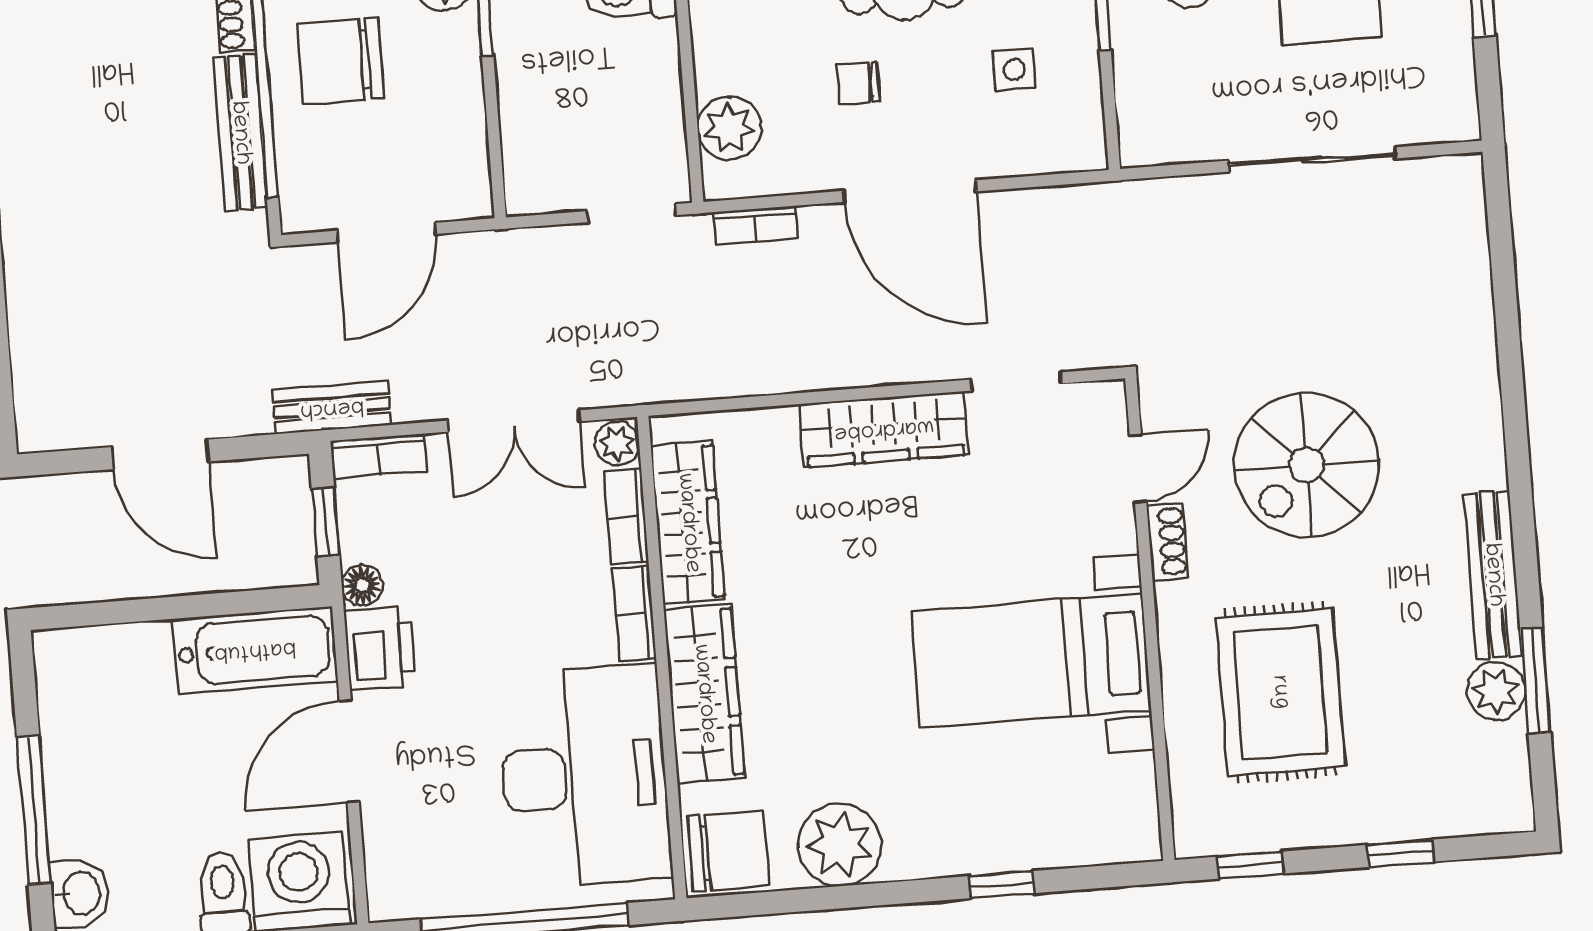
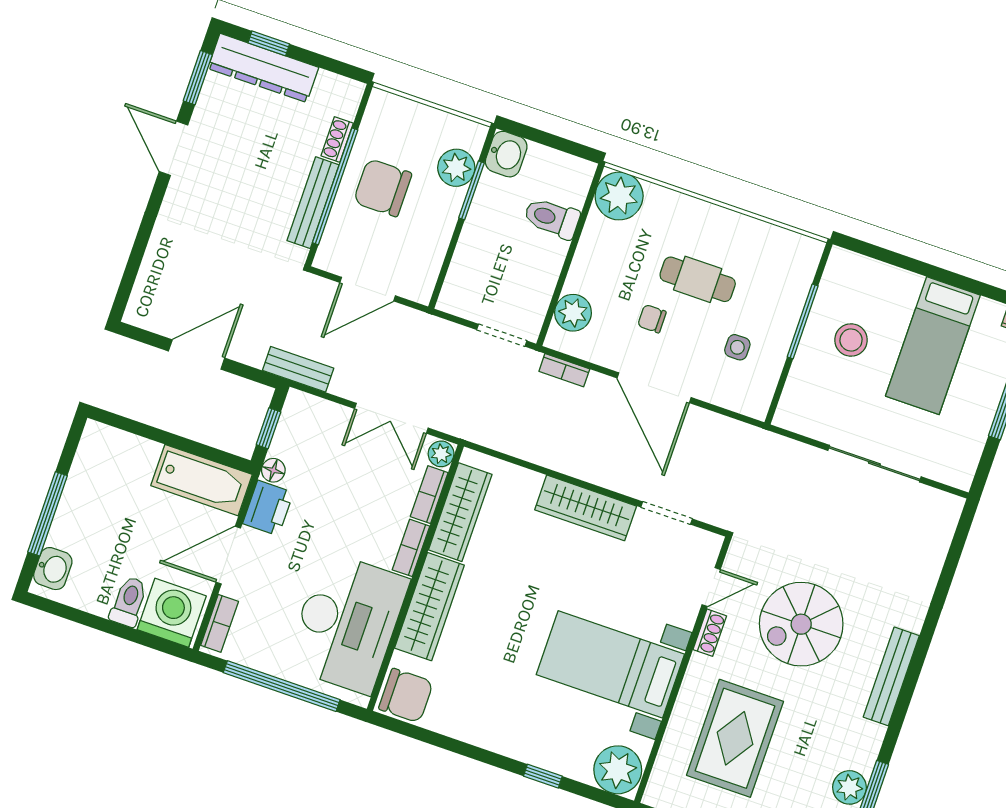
door: (160, 454) -> (197, 354), swing flipped
bookcase: (378, 456) -> (220, 623), moved, turned -90
bench: (1493, 575) -> (891, 676), moved
plant: (840, 845) -> (618, 770), moved

